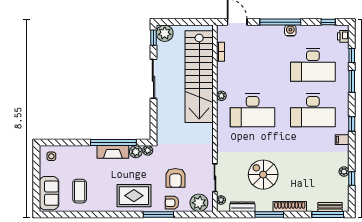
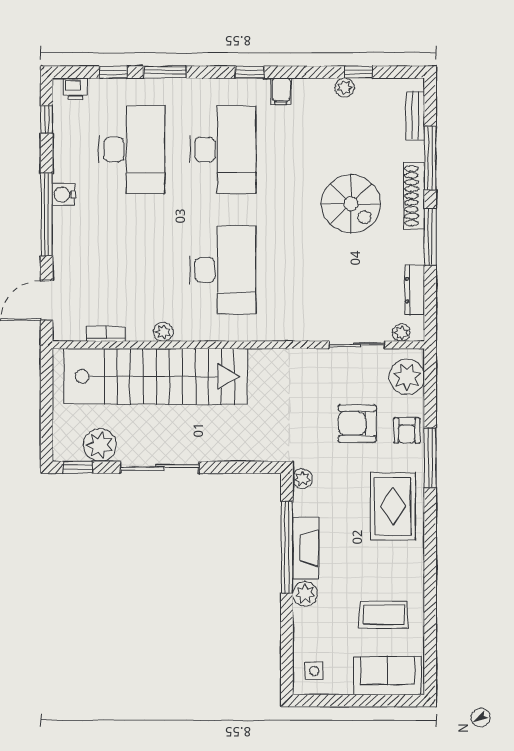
plant: (165, 33) -> (100, 445), moved
plant: (221, 96) -> (163, 332), moved
plant: (136, 152) -> (305, 594), moved
spiral stairs: (263, 175) -> (351, 204), moved, turned -90
armchair: (175, 178) -> (357, 423), turned 180
window: (328, 214) -> (430, 158), moved

